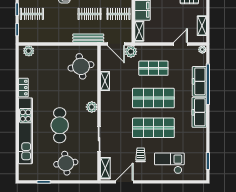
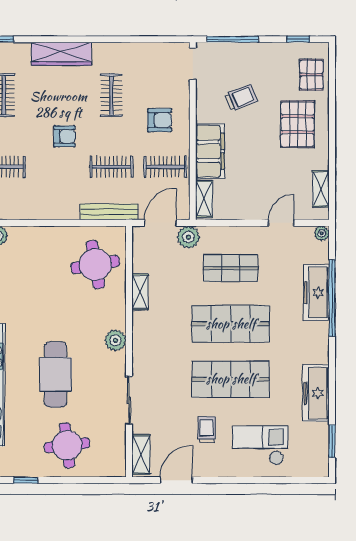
door: (116, 44) -> (160, 223), swing flipped
freezer: (199, 112) -> (316, 393), moved

